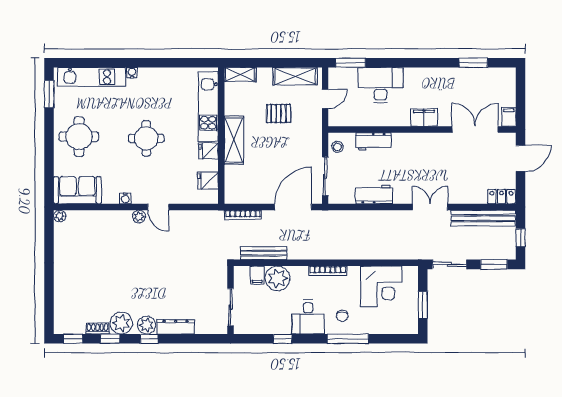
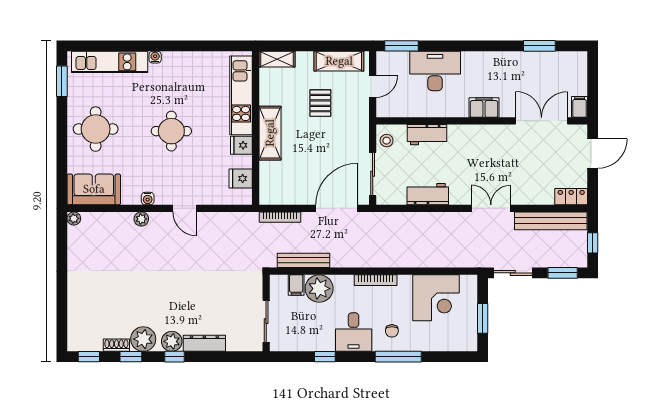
pallet: (279, 114) -> (320, 103), turned 90
plant: (139, 216) -> (141, 219), moved

